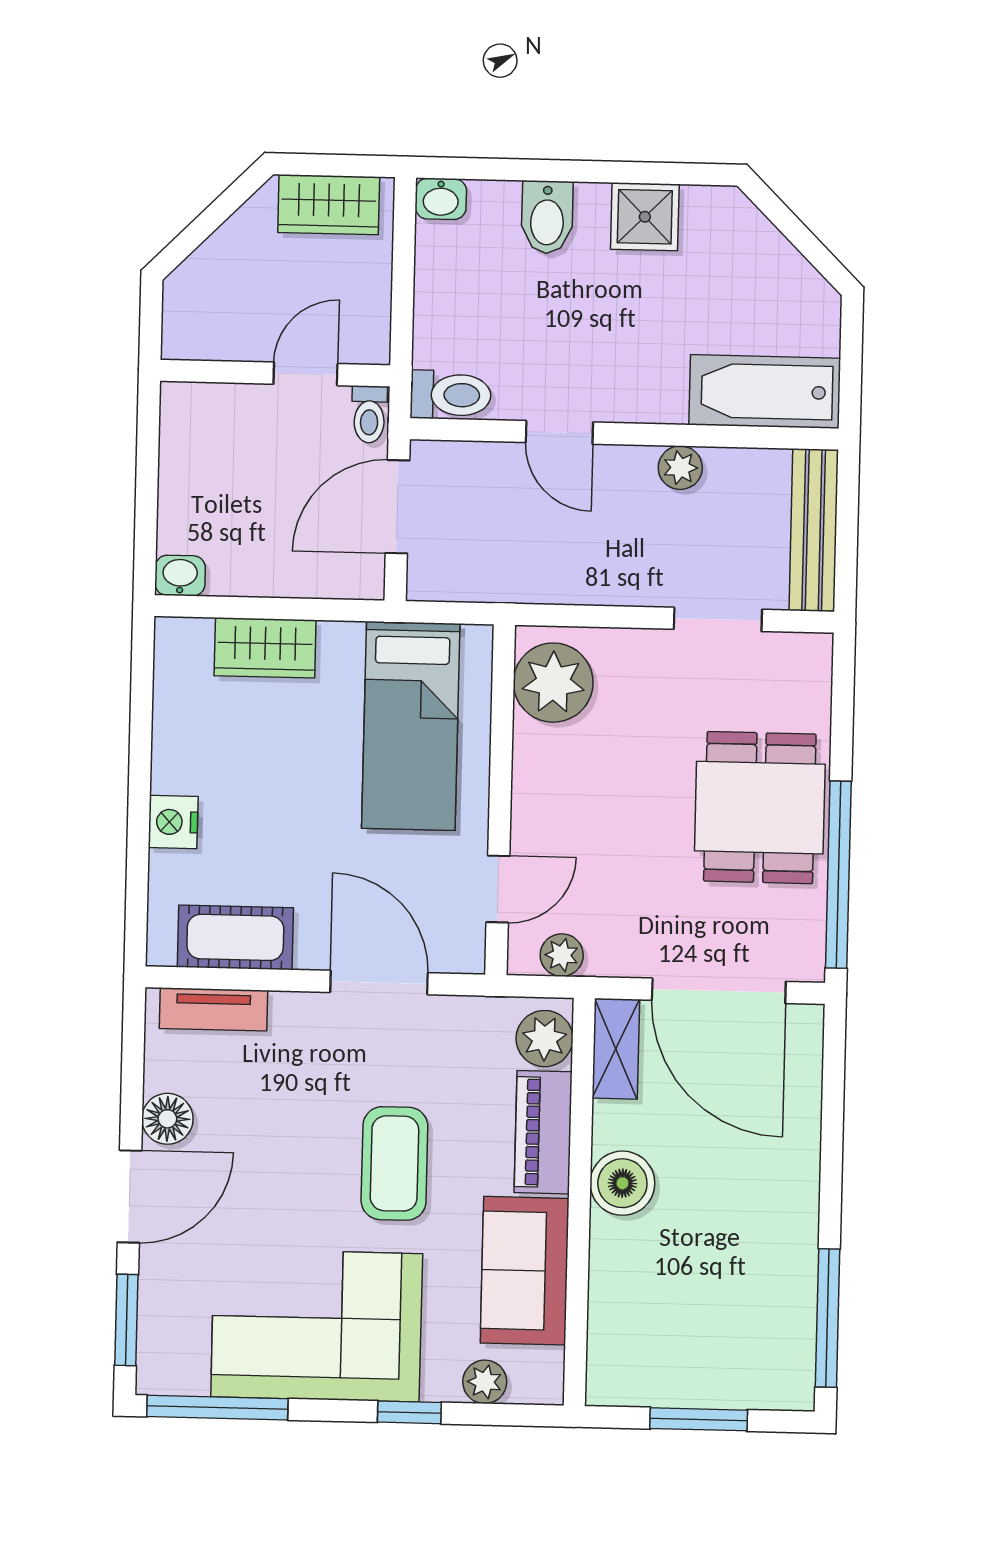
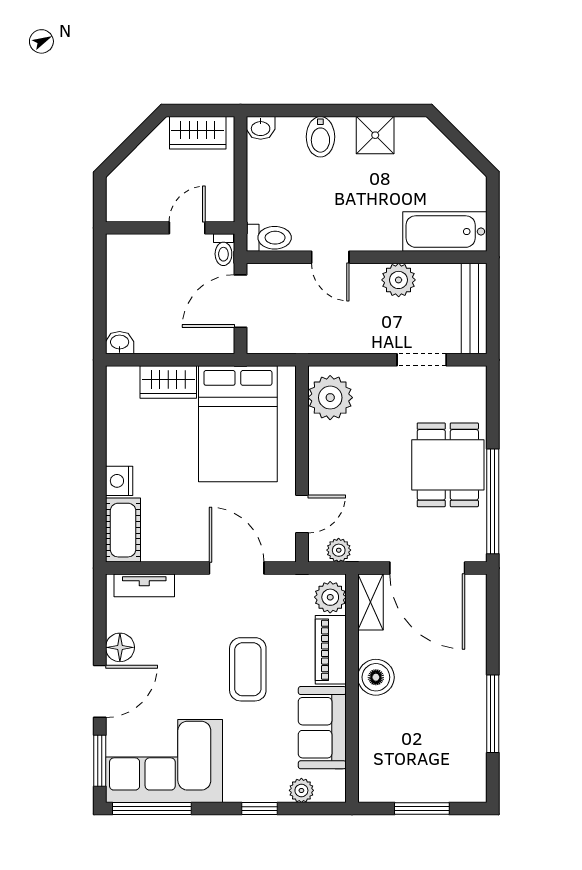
plant: (680, 468) -> (399, 280), width x1.38, depth x1.38
bed: (411, 726) -> (238, 424), width x1.50
cot: (235, 937) -> (123, 530), moved, turned 90
window: (828, 1318) -> (493, 714), moved
corner sofa: (317, 1325) -> (164, 761), moved

